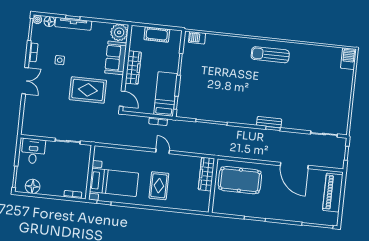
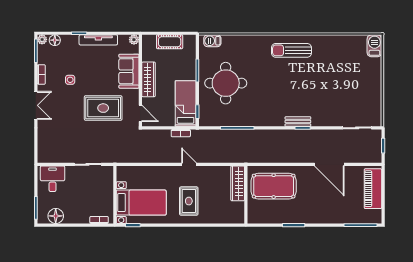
tv unit: (73, 24) -> (98, 40), moved
plant: (119, 32) -> (134, 40), width x0.53, depth x0.53
round table: (205, 79) -> (226, 83), added

